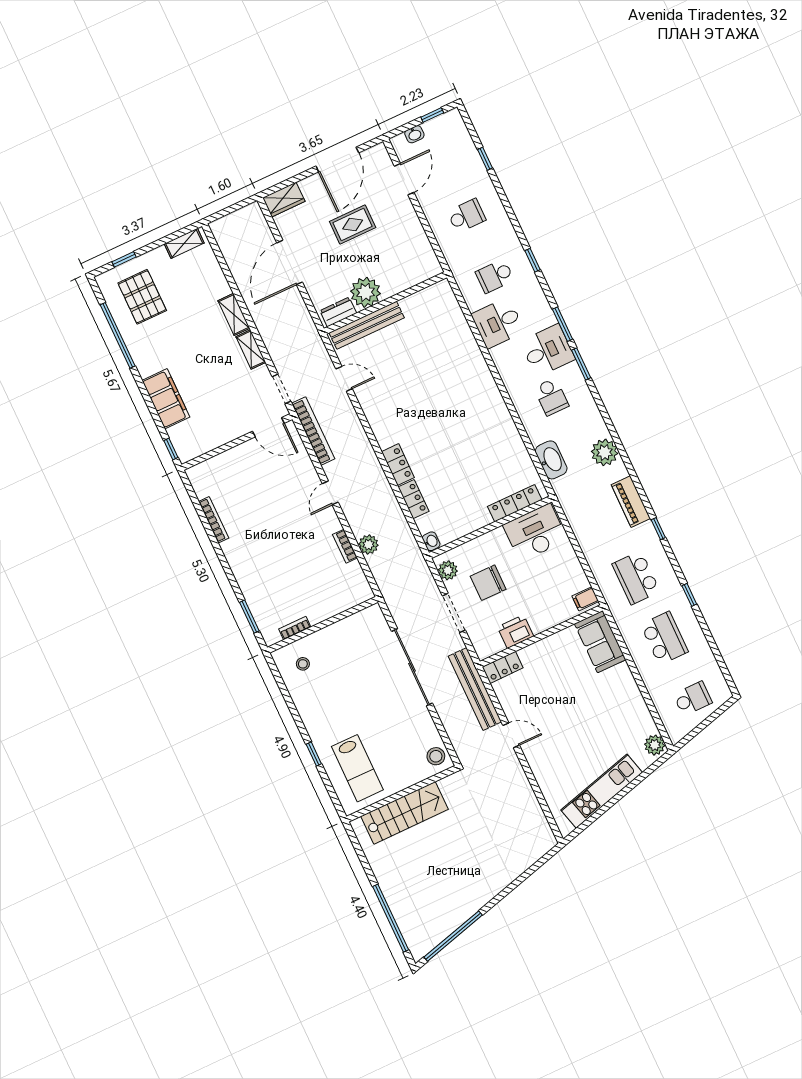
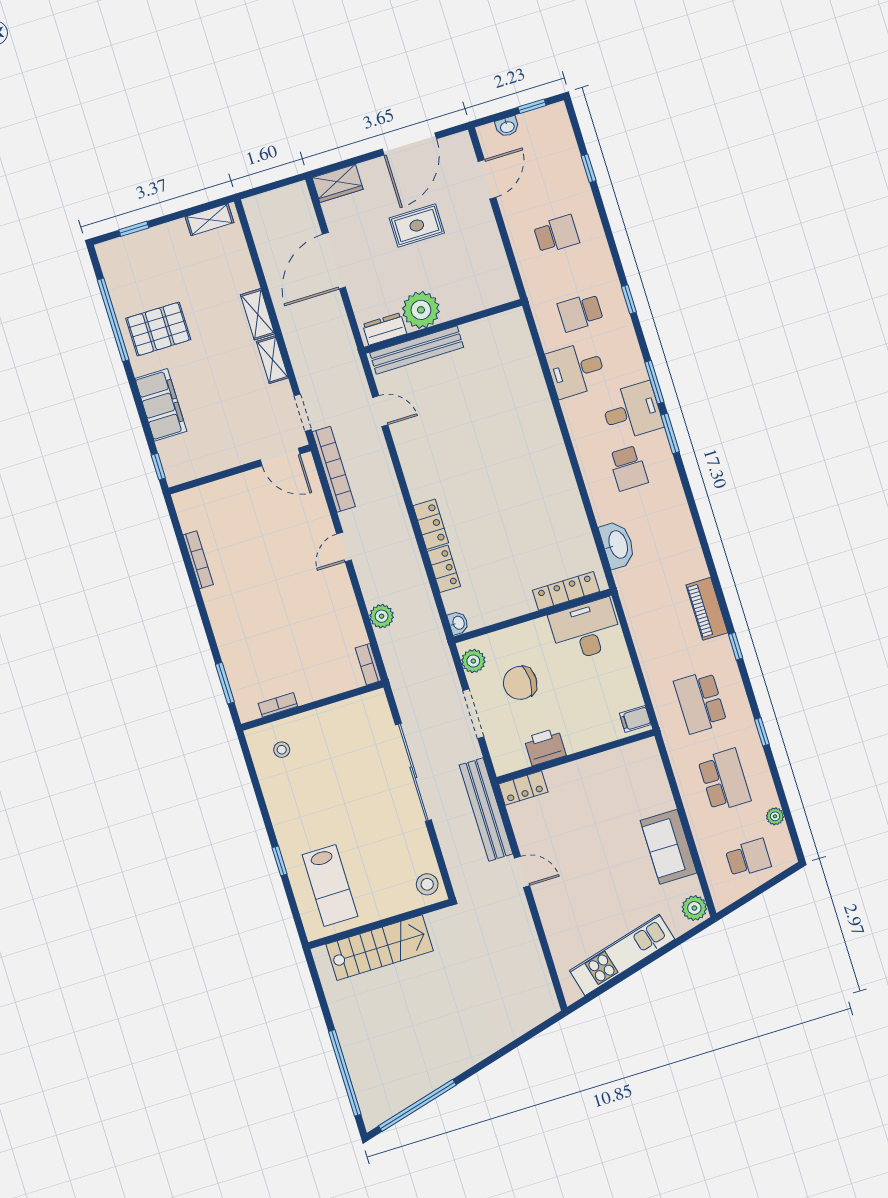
pallet: (142, 297) -> (158, 329), moved, turned 90
plant: (605, 452) -> (775, 816), moved, width x0.53, depth x0.53
bookcase: (345, 546) -> (368, 664), moved
sofa: (600, 642) -> (668, 847), moved

